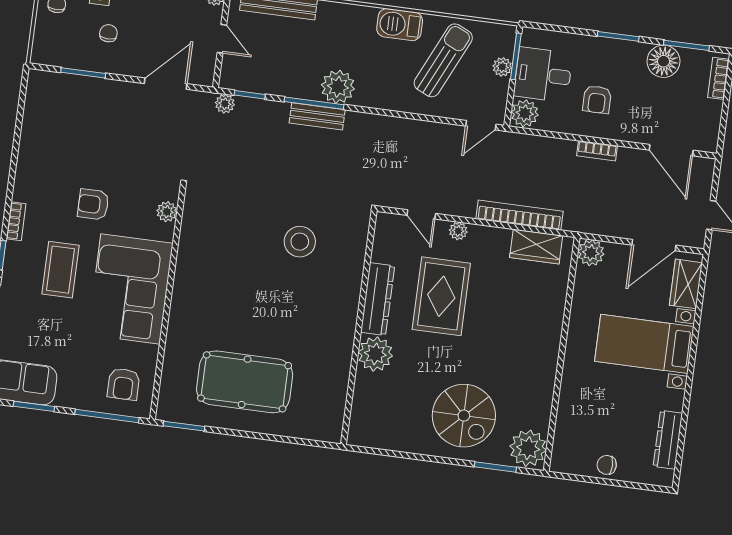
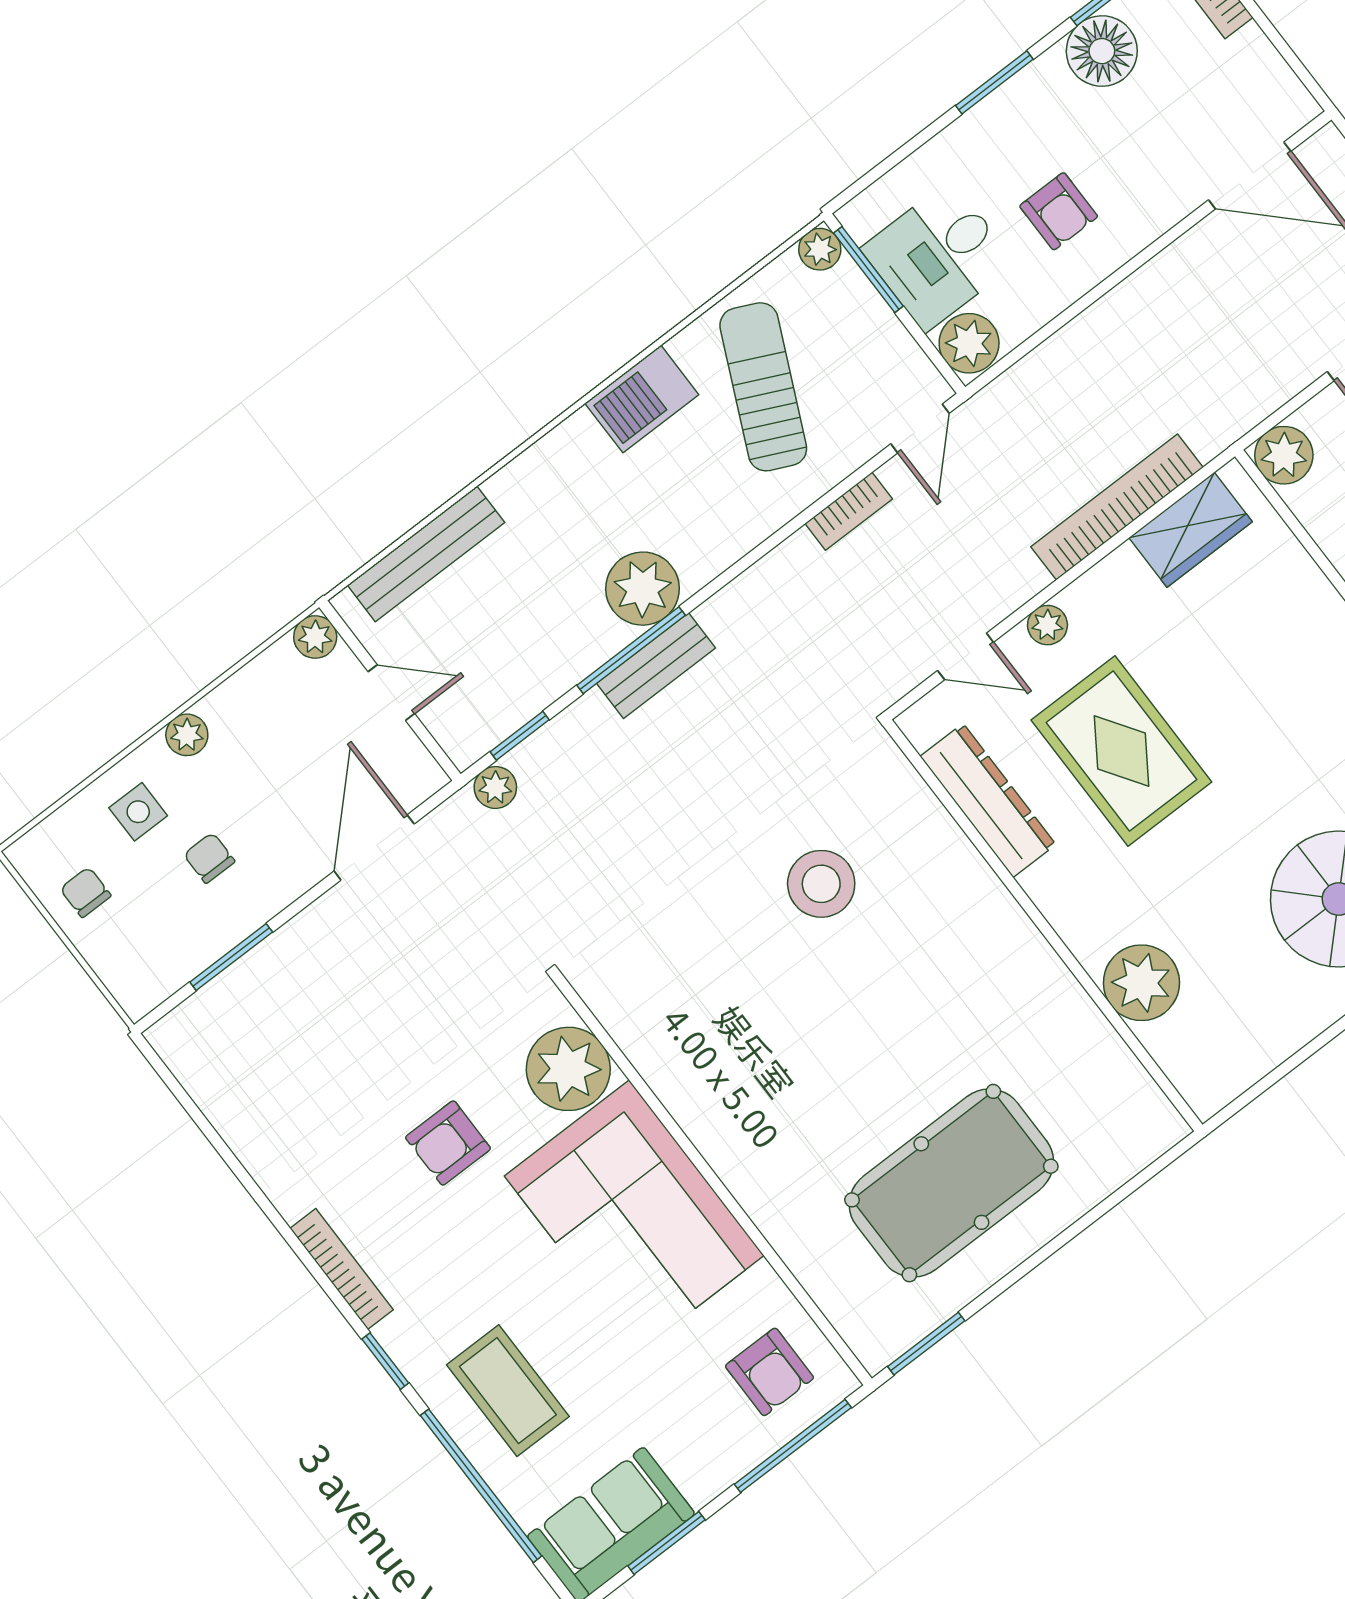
plant: (502, 67) -> (820, 249), moved
bookcase: (597, 151) -> (849, 511), moved
plant: (167, 212) -> (568, 1069), width x1.88, depth x1.88
bookcase: (16, 221) -> (342, 1269), width x1.56
coffee table: (60, 270) -> (508, 1391), moved
dresser: (378, 299) -> (988, 800), moved
plant: (375, 354) -> (1141, 983), moved

